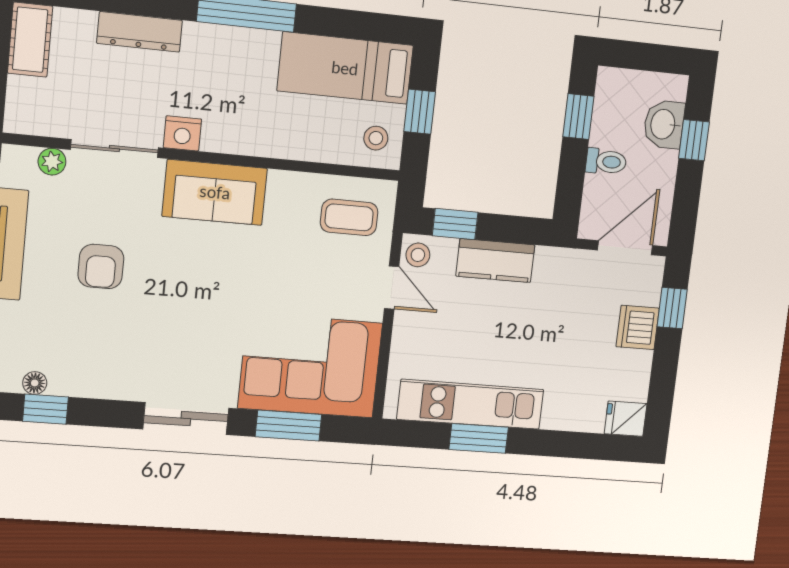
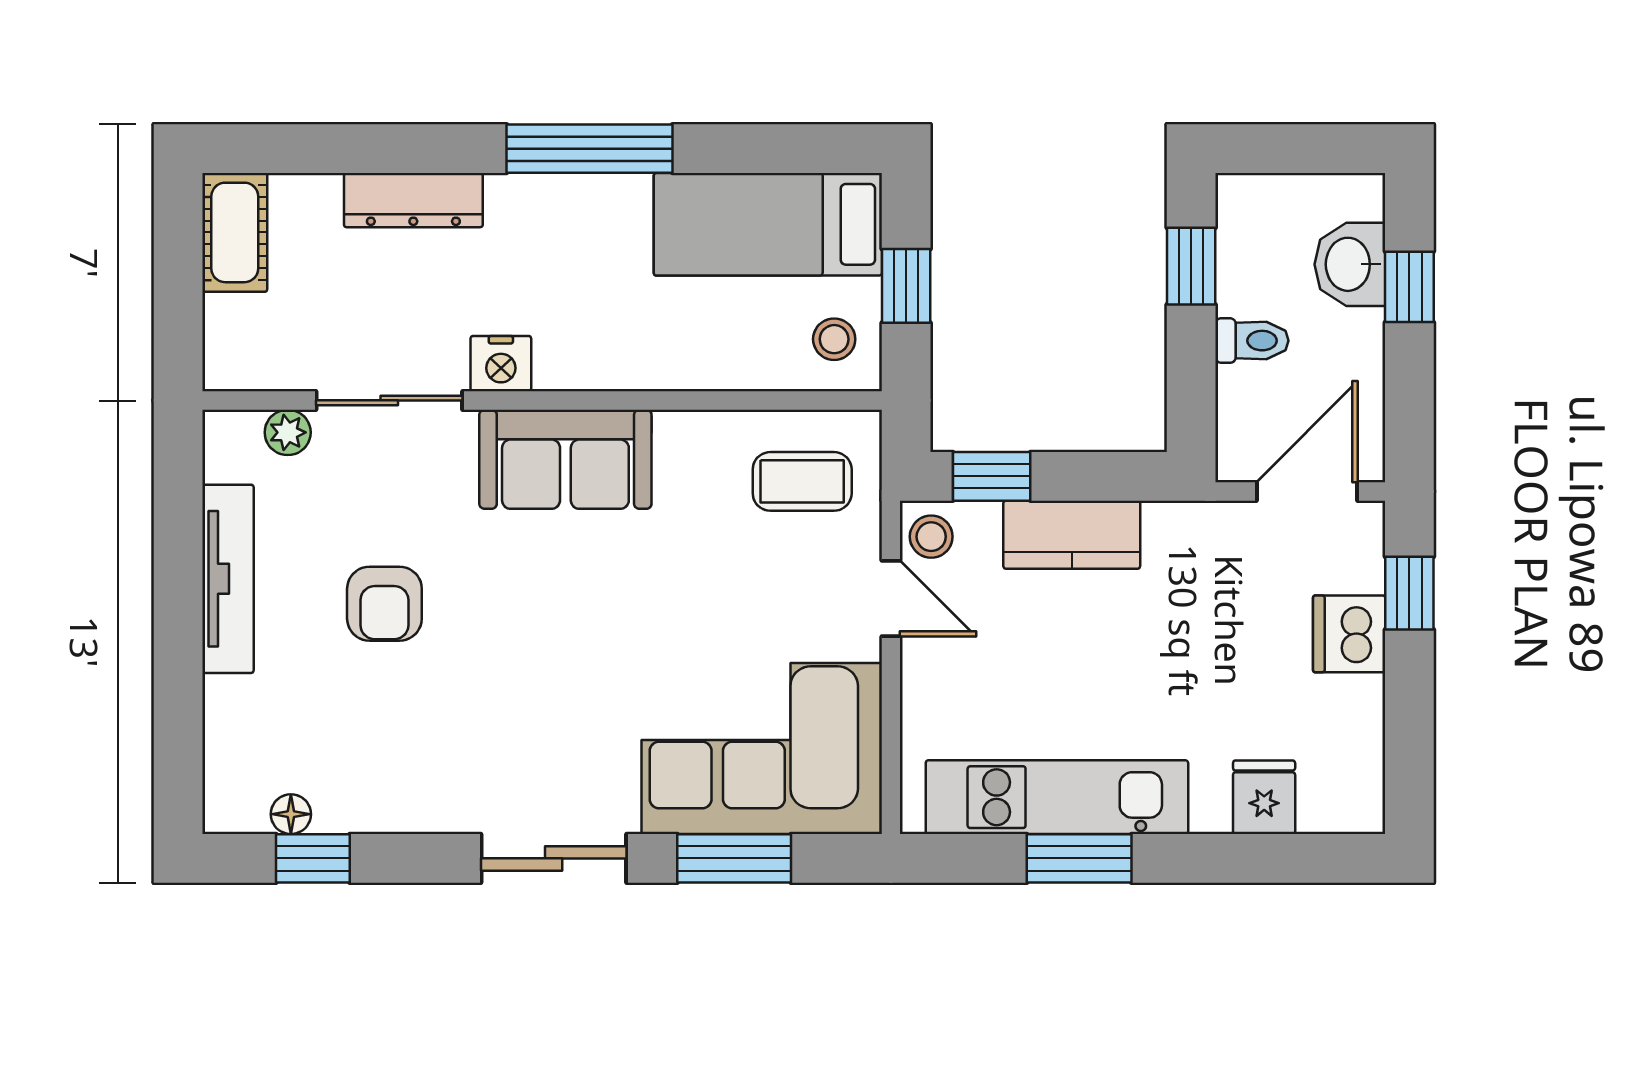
fridge: (626, 419) -> (1264, 797), moved, turned 90

